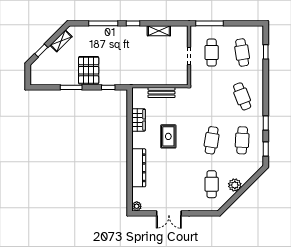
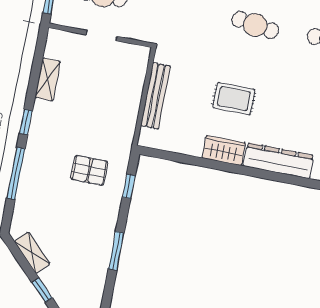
pallet: (89, 70) -> (89, 170), moved, width x0.67, depth x0.71
bench: (161, 93) -> (156, 96), width x1.36
wardrobe: (138, 120) -> (224, 150), moved

